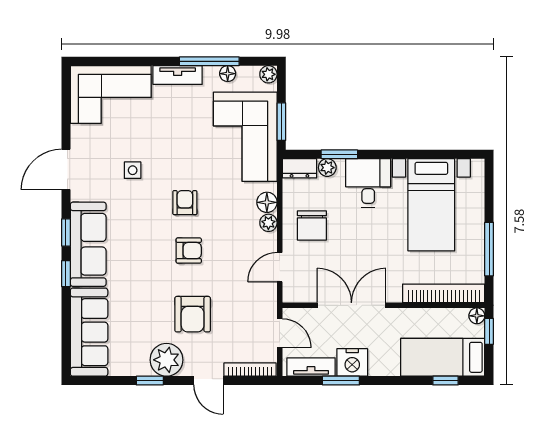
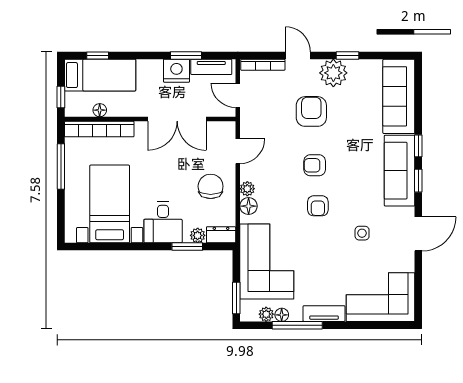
plant: (268, 74) -> (266, 314), moved
window: (281, 122) -> (236, 298), moved
floor lamp: (477, 316) -> (100, 110), moved

